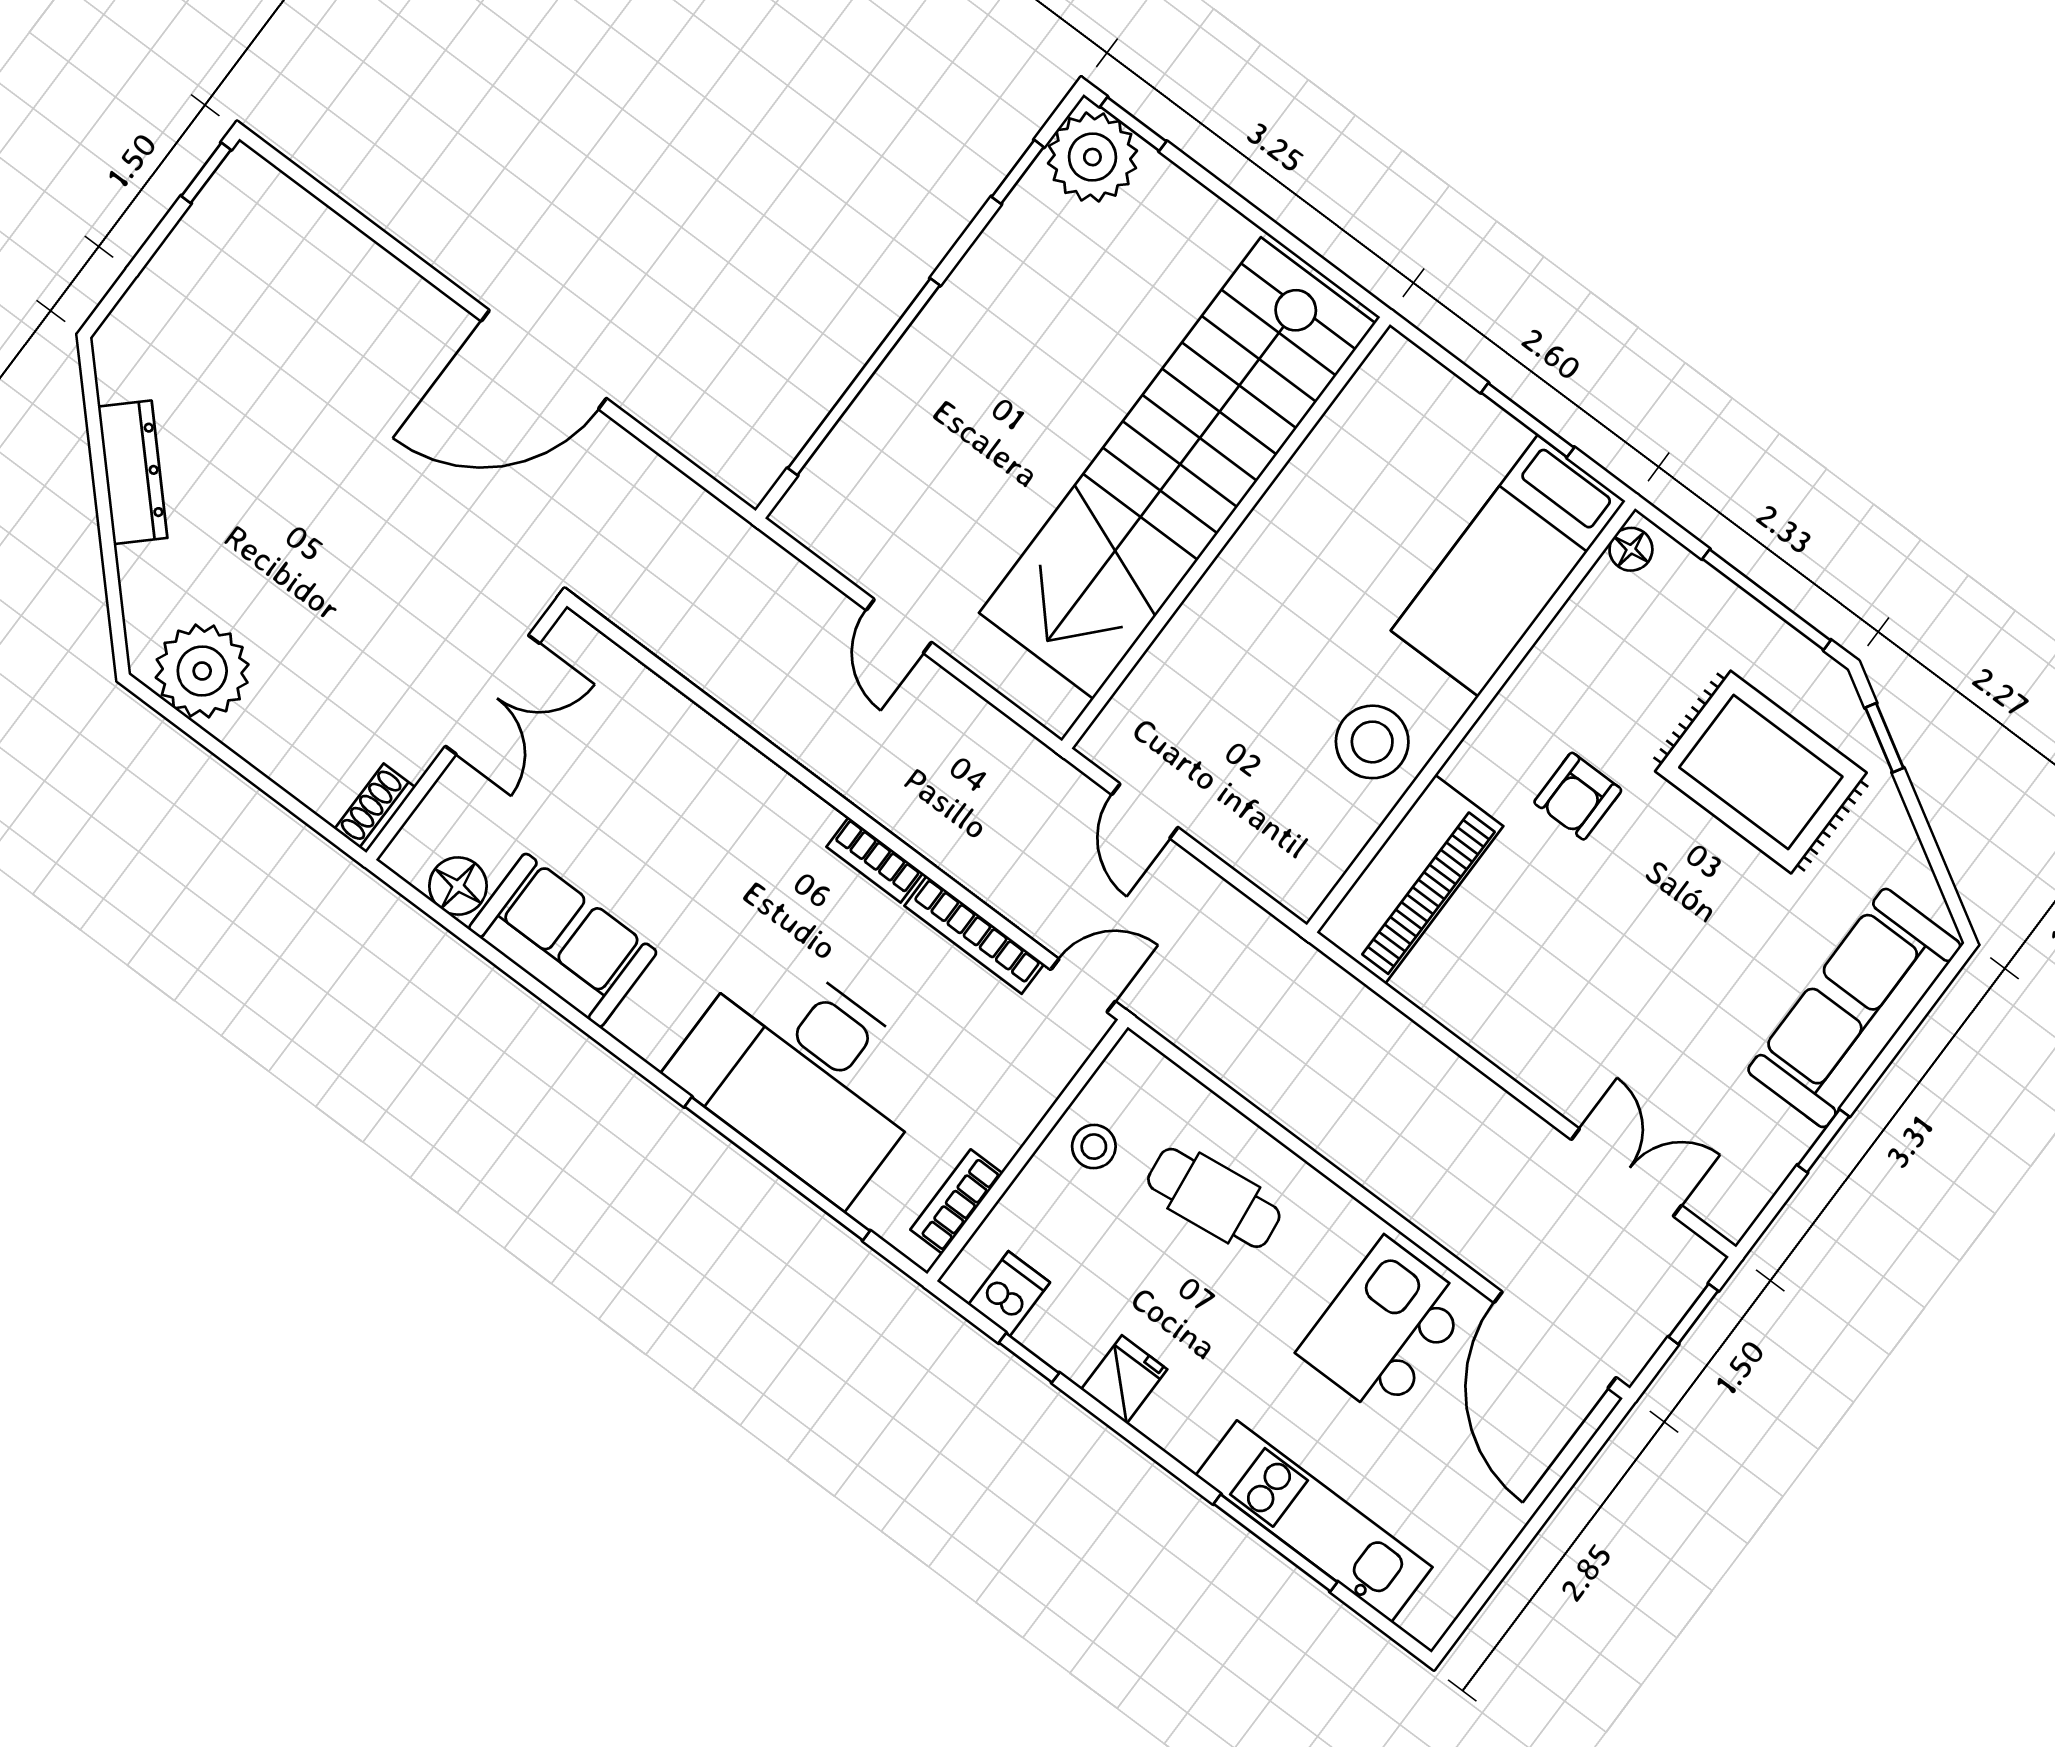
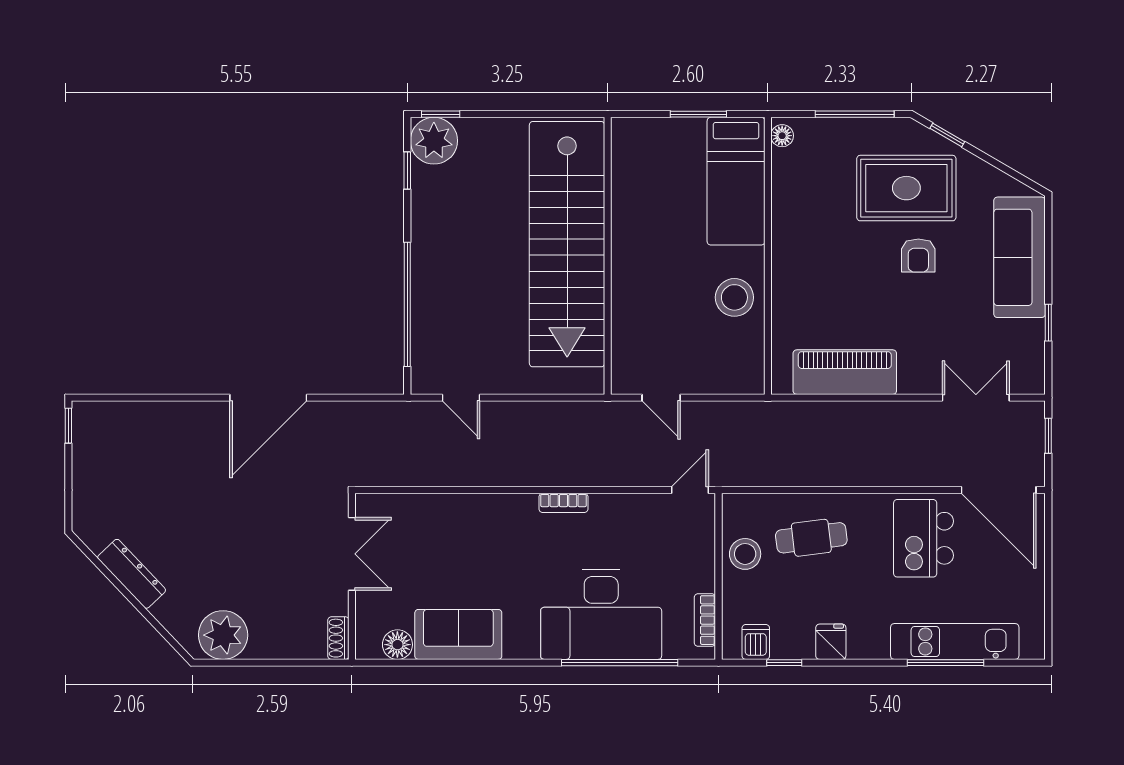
door: (899, 626) -> (461, 398), moved
armchair: (1578, 796) -> (918, 255), moved
piano: (1410, 879) -> (845, 372), moved, turned -90
bookcase: (974, 935) -> (629, 503), removed
stool: (1094, 1147) -> (745, 554), width x1.37, depth x1.37

